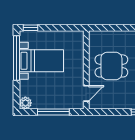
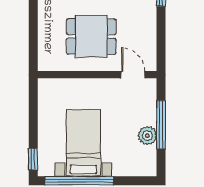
dining table: (111, 66) -> (91, 36), turned 90
plant: (25, 103) -> (147, 136), moved

